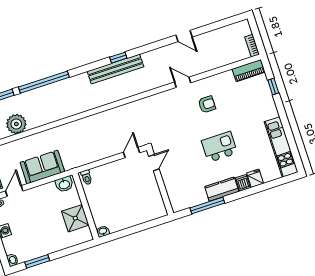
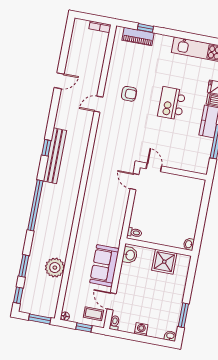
piano: (249, 71) -> (138, 37), moved, turned 90
window: (44, 82) -> (35, 205), moved
armchair: (207, 104) -> (129, 94), turned 90

